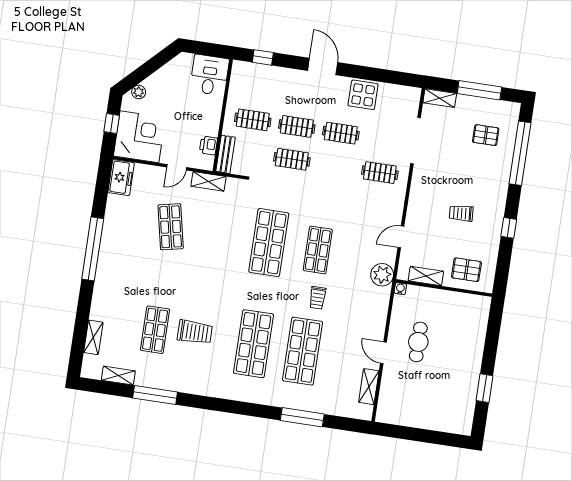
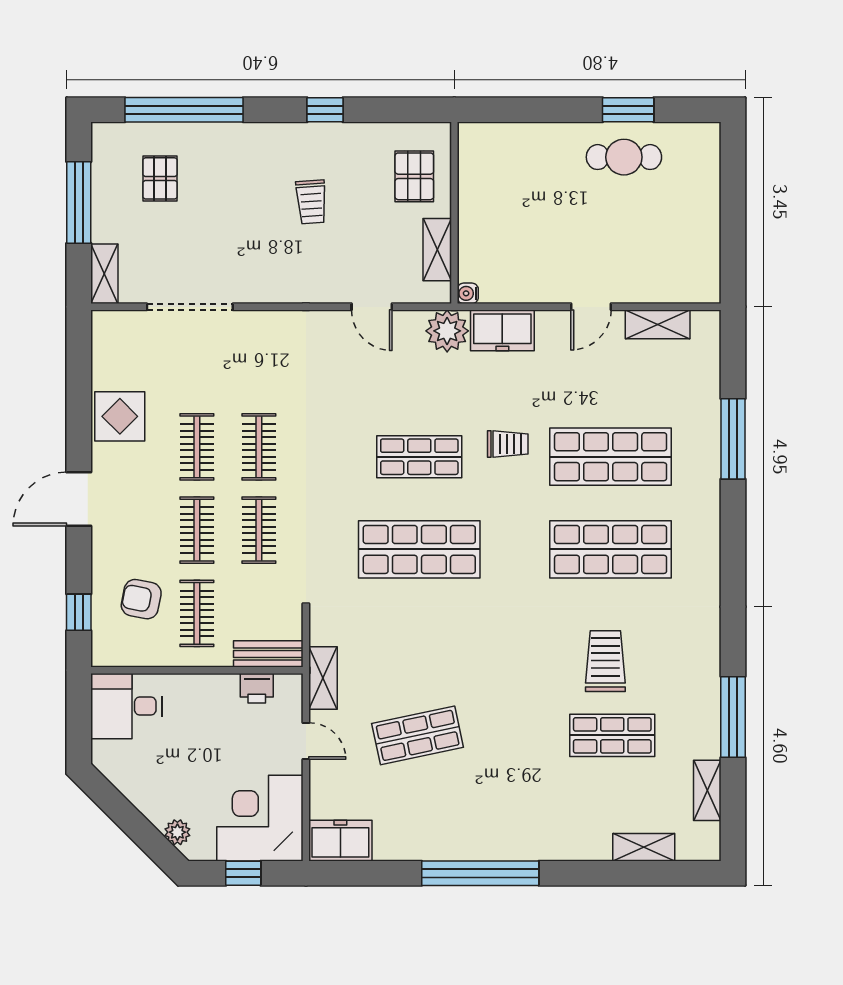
armchair: (265, 92) -> (141, 599), added
clothes rail: (380, 173) -> (259, 447), moved
freezer: (378, 304) -> (502, 330), added
cafe table: (418, 342) -> (624, 157), moved

